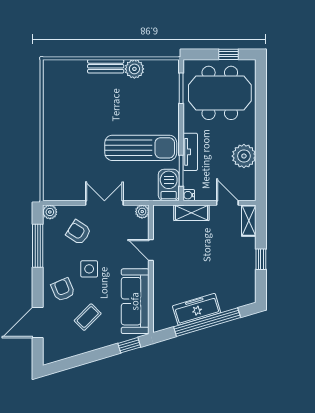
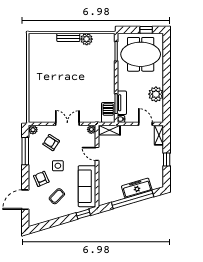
sun lounger: (141, 148) -> (91, 89), removed
tv unit: (190, 152) -> (122, 103), moved
shelving: (191, 213) -> (109, 130), moved
freezer: (197, 309) -> (137, 188), moved

